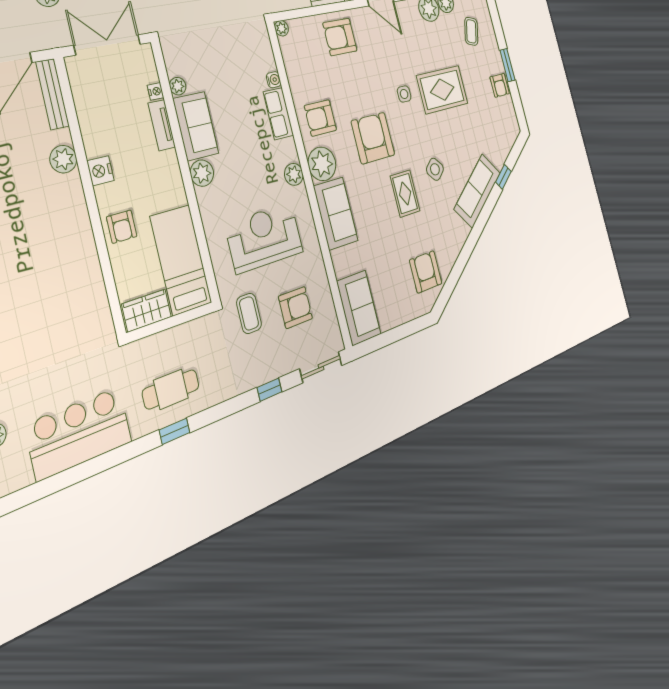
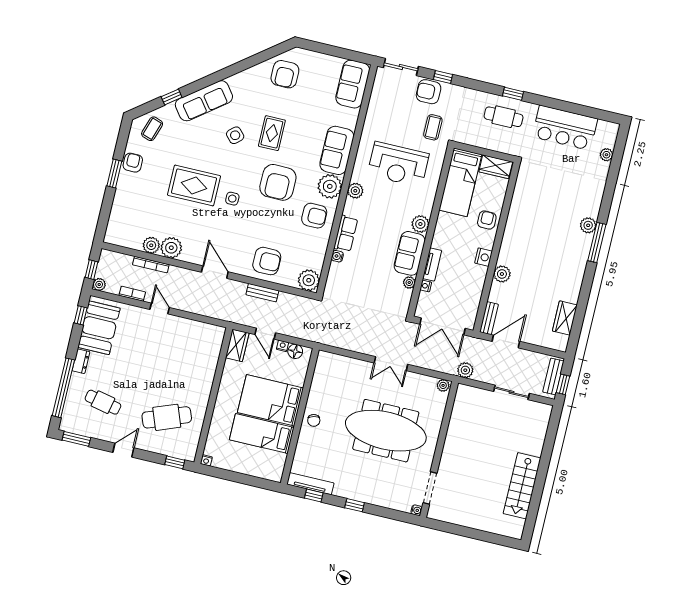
plant: (282, 28) -> (309, 280), width x1.88, depth x1.88
coffee table: (471, 31) -> (152, 129), moved
bench: (52, 94) -> (489, 318), width x0.73
armchair: (295, 307) -> (429, 92), moved

